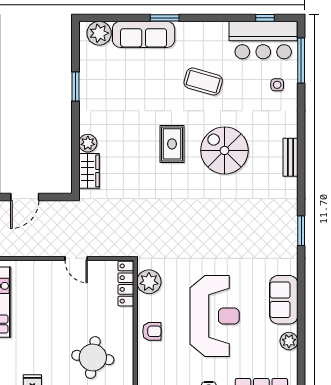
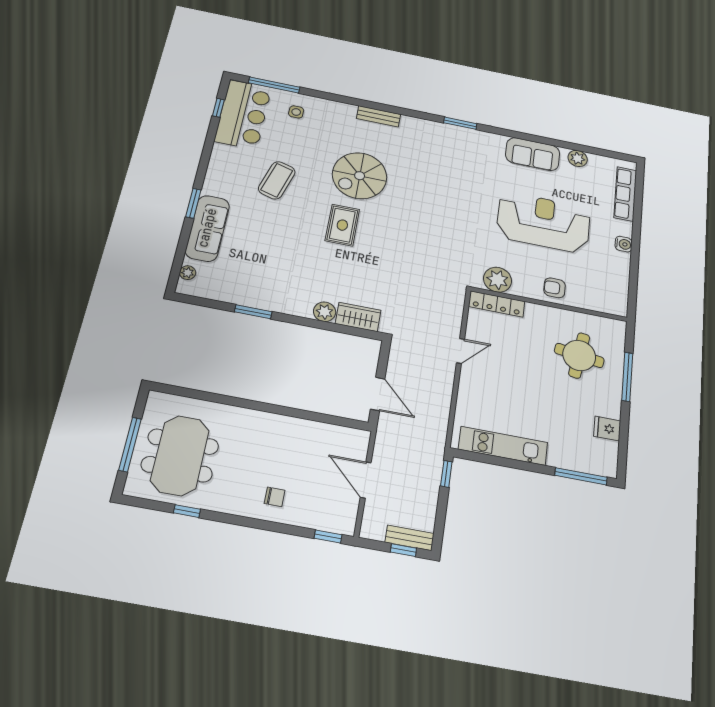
plant: (99, 33) -> (188, 273), width x0.53, depth x0.53
rug: (172, 144) -> (342, 225), turned 90
armchair: (152, 331) -> (555, 288), turned -90

